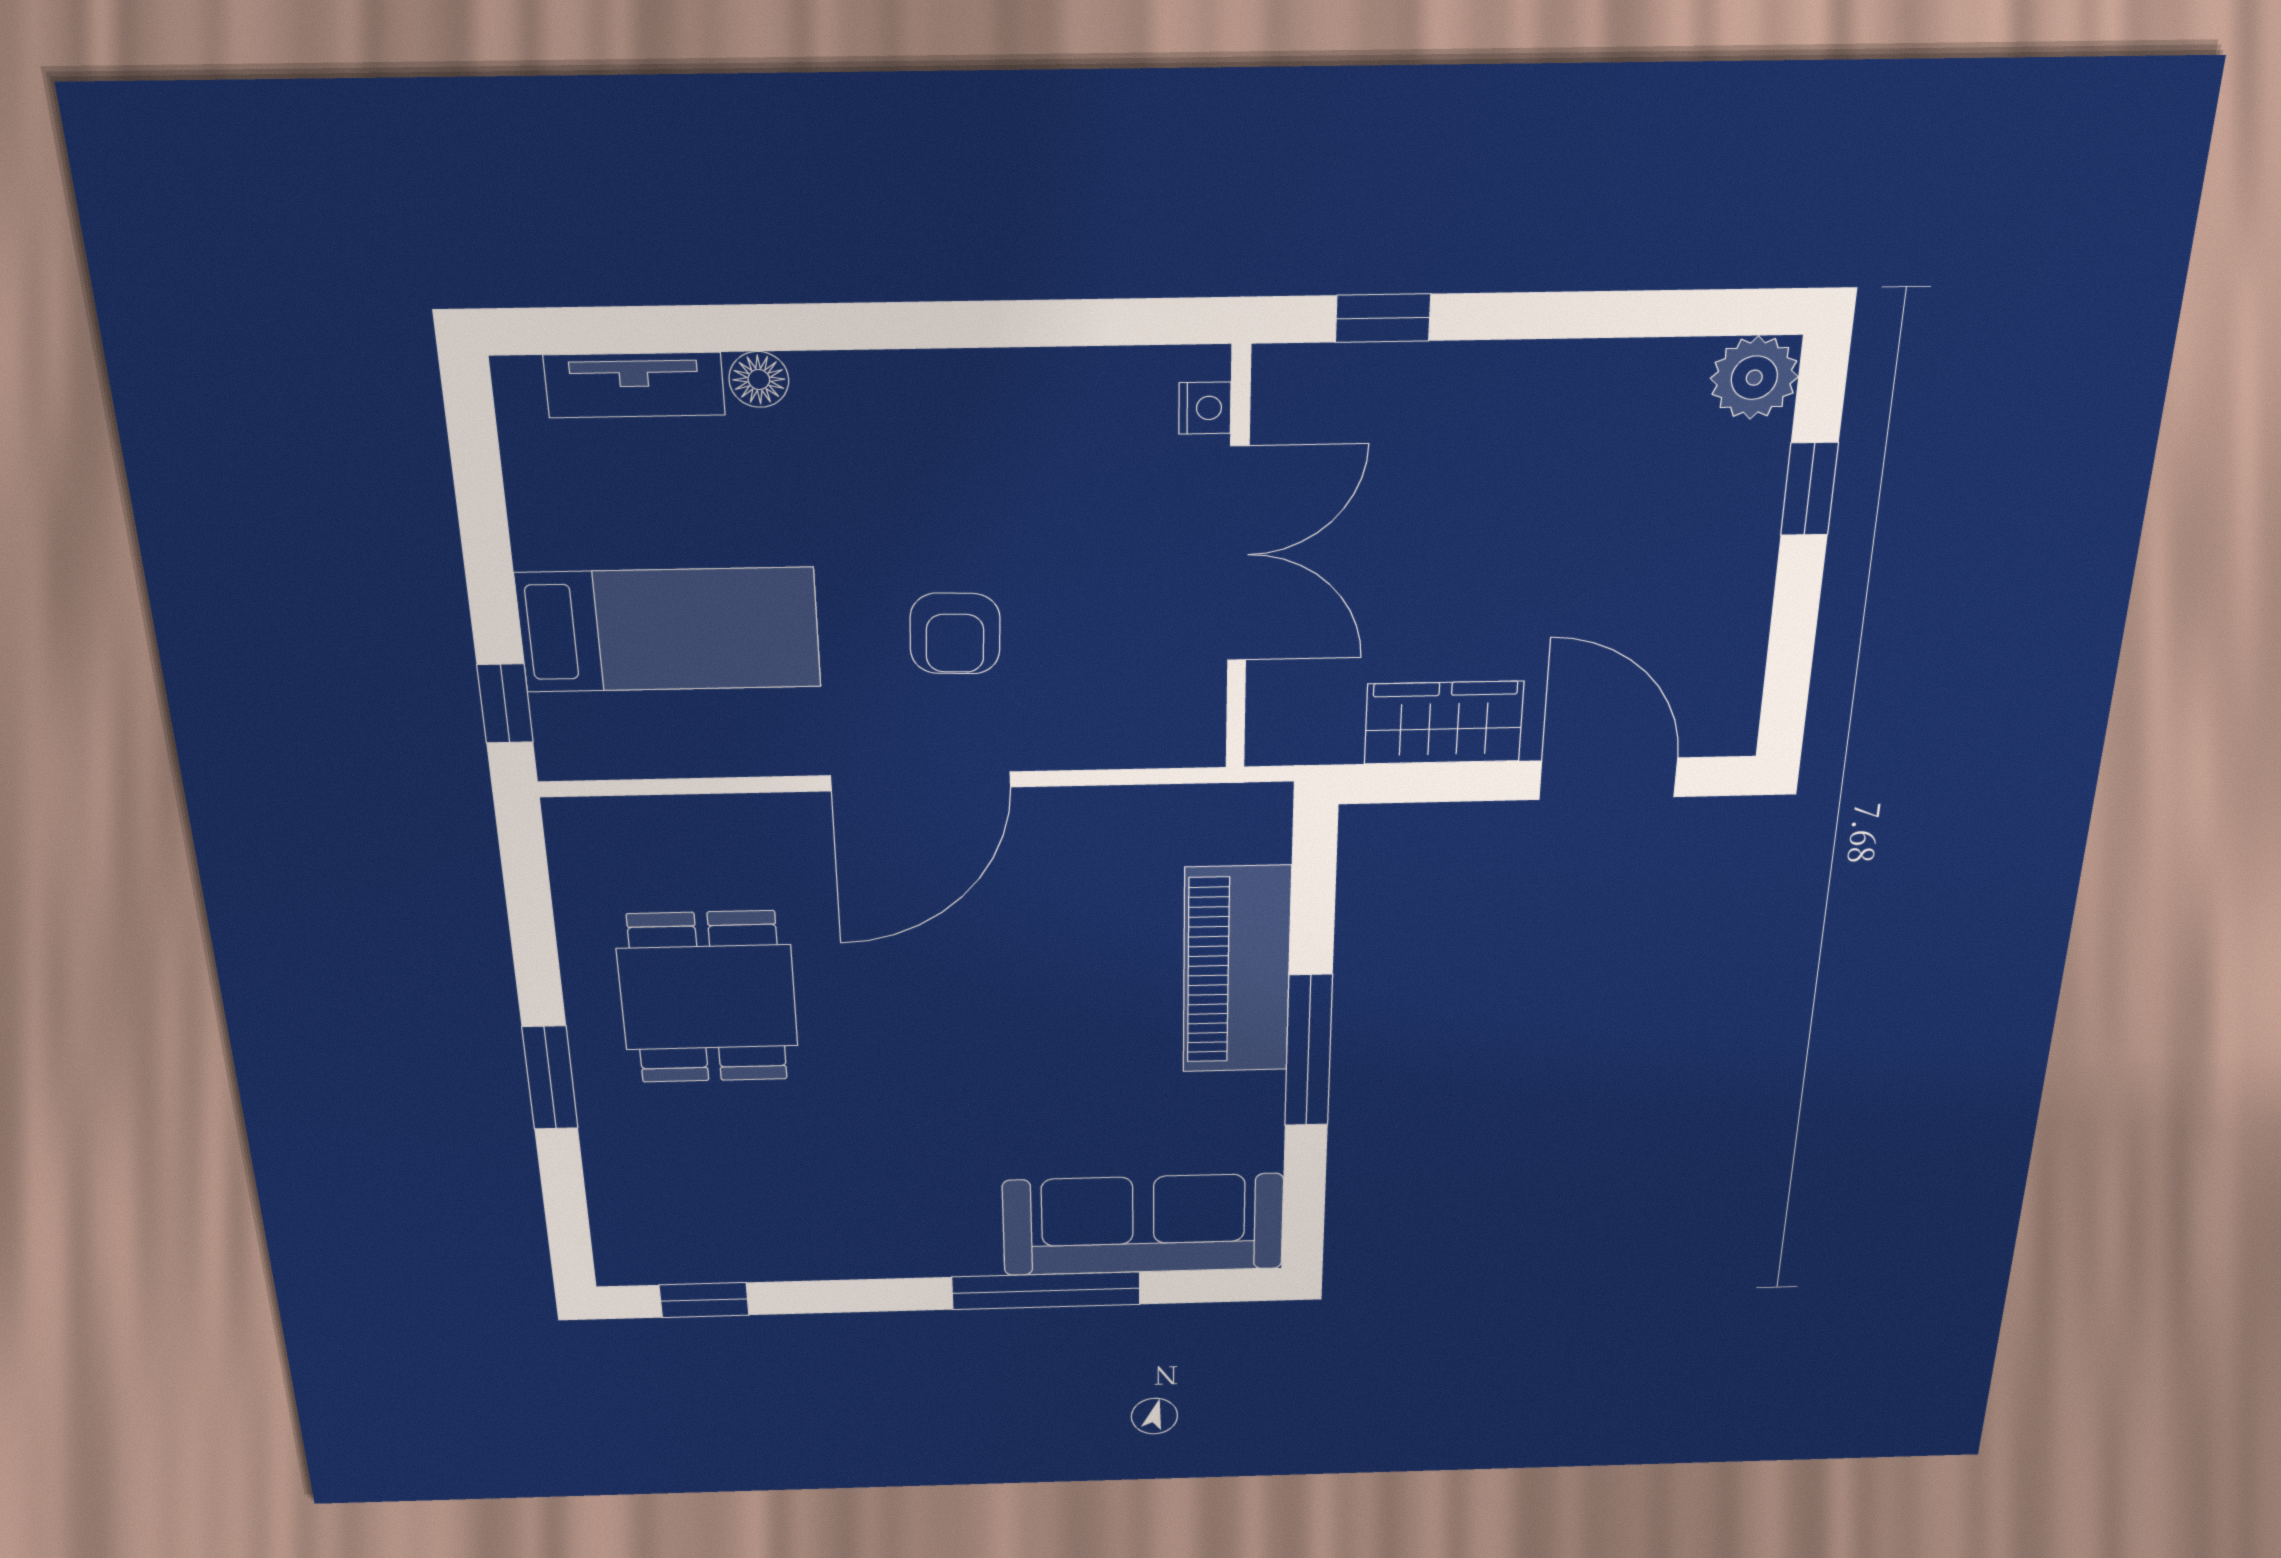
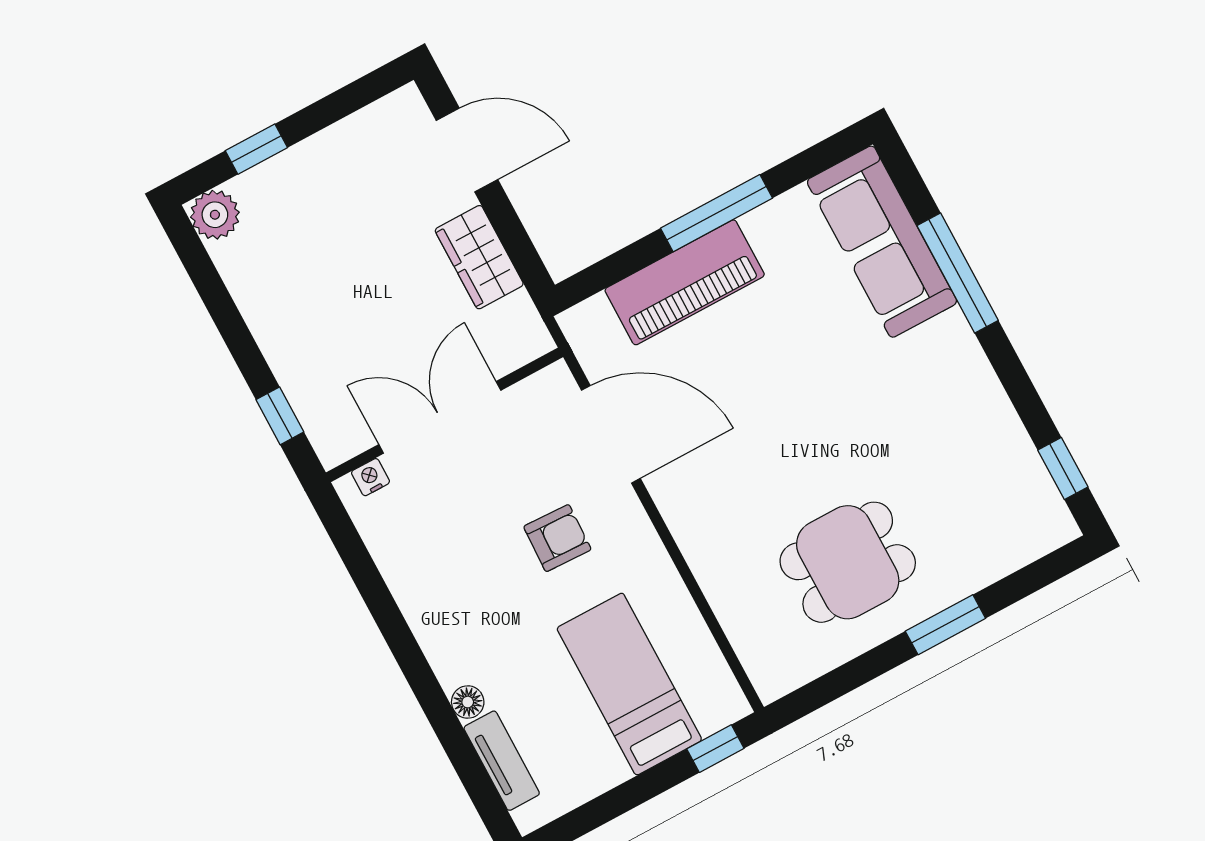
door: (1608, 779) -> (467, 150), swing flipped
door: (921, 781) -> (611, 434), moved

